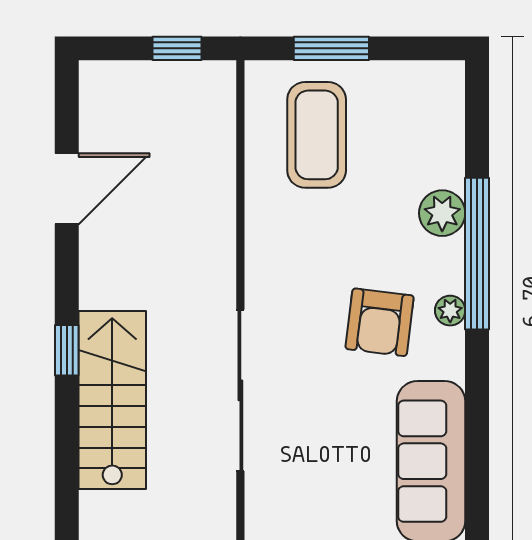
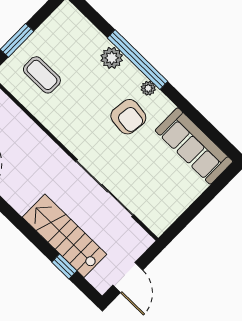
coffee table: (317, 135) -> (42, 75), width x0.73, depth x0.76
window: (67, 350) -> (64, 266), moved

